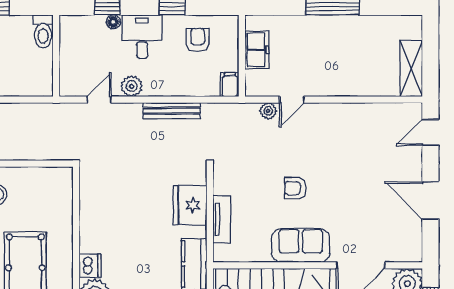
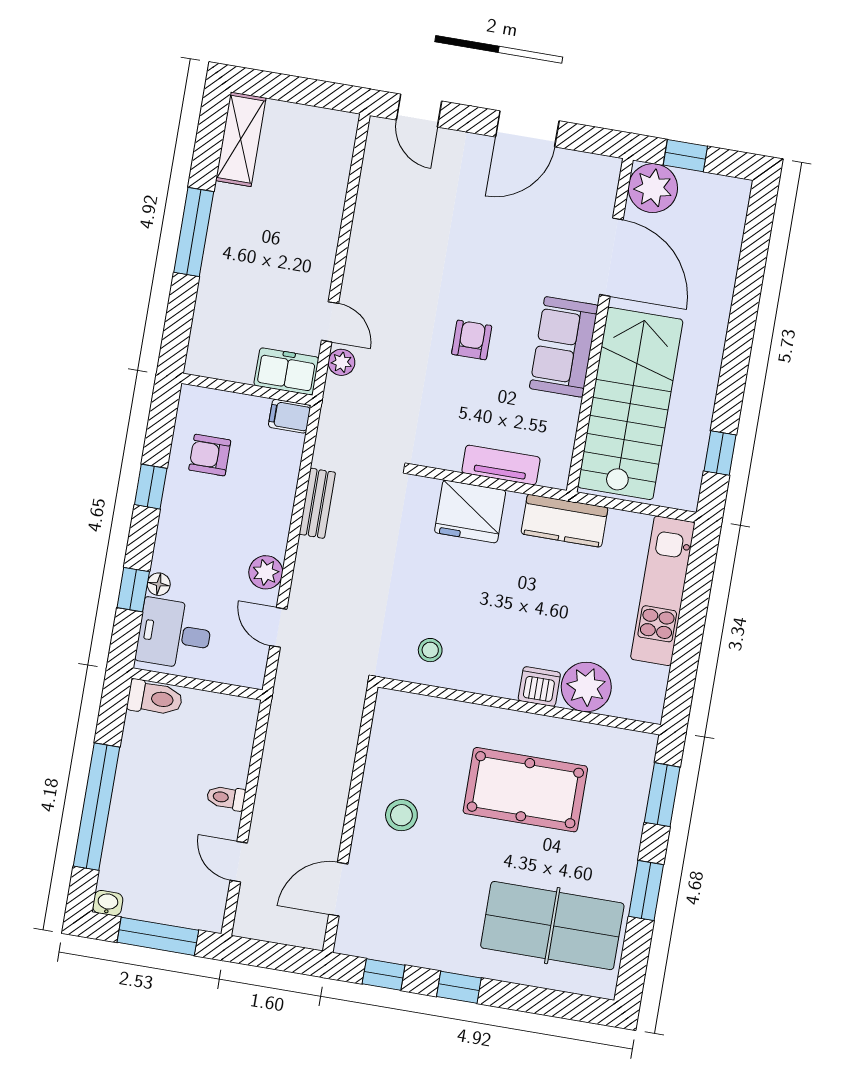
desk: (142, 37) -> (174, 634), moved
freezer: (257, 50) -> (286, 371), moved
shelving: (411, 69) -> (241, 139), moved, turned 90
bench: (172, 111) -> (317, 503), width x0.73
armchair: (295, 188) -> (472, 340), turned 180
stool: (101, 195) -> (430, 650), added

